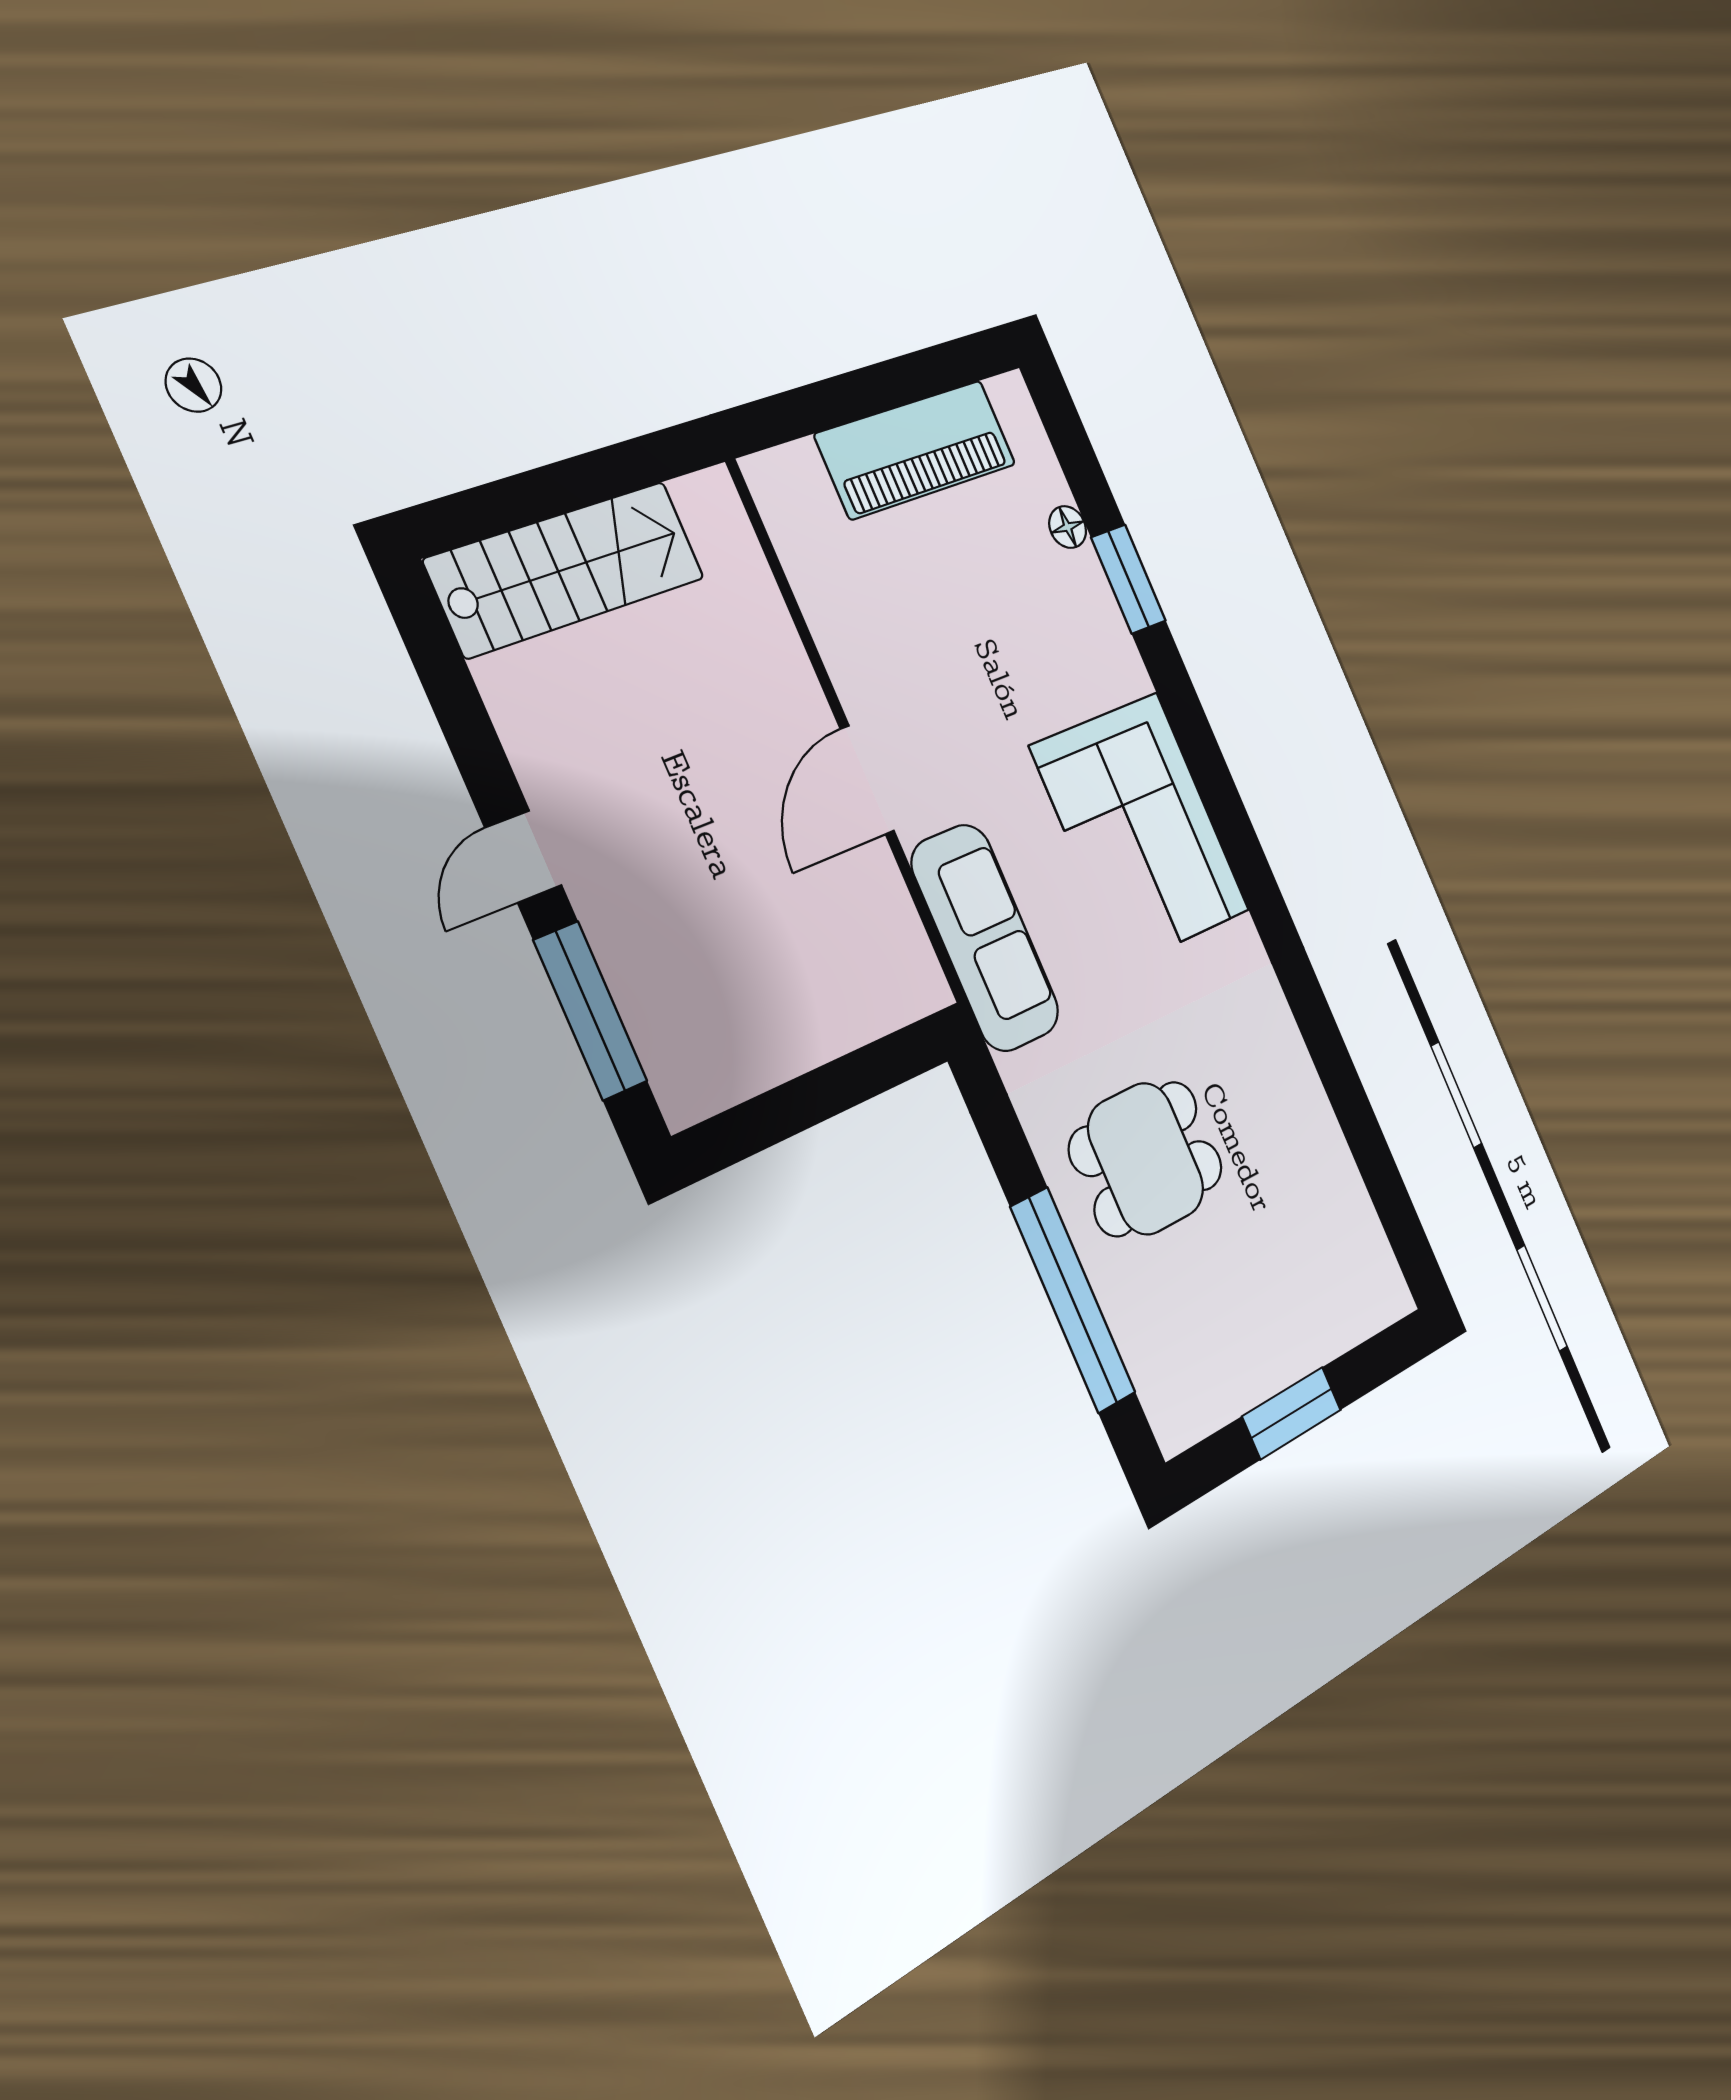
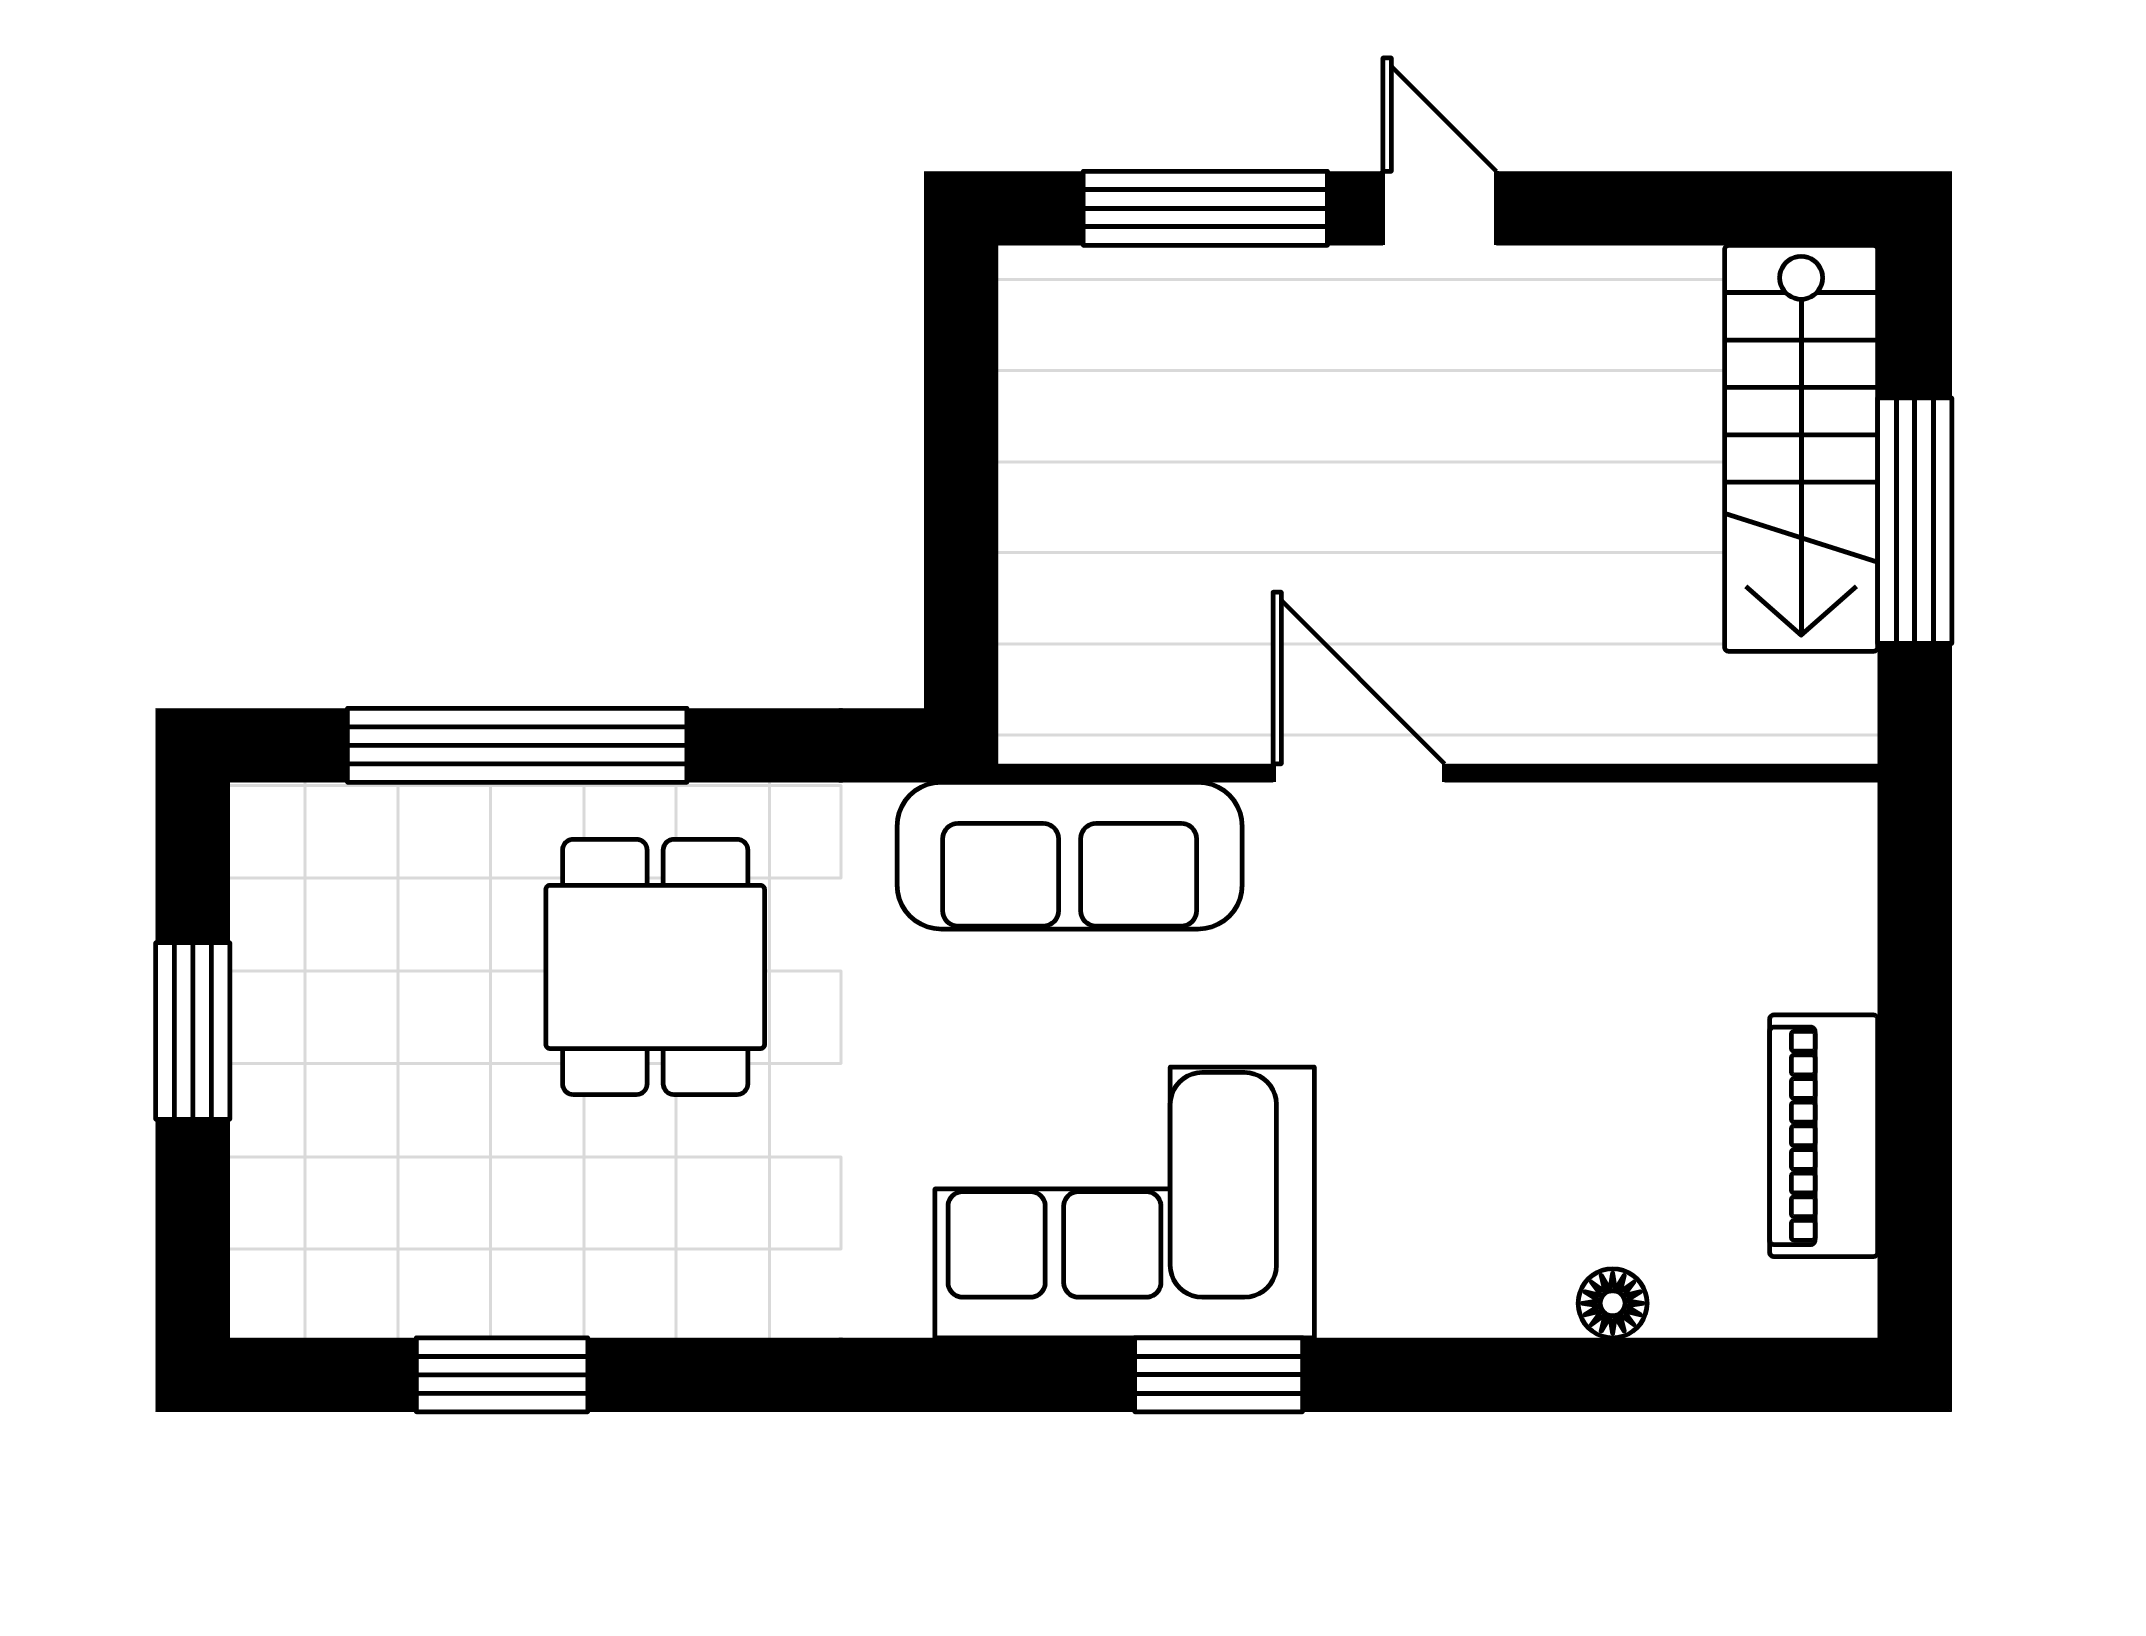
piano: (916, 449) -> (1824, 1136), width x0.73, depth x0.75
window: (577, 482) -> (1915, 521), added
window: (1128, 579) -> (1219, 1375), moved
window: (1369, 1147) -> (502, 1375), added

